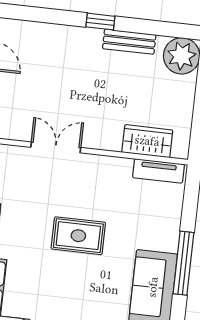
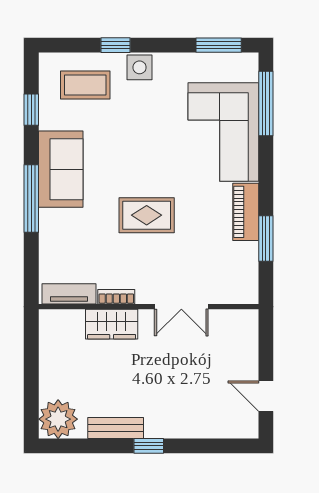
wardrobe: (147, 141) -> (112, 324), moved
bookcase: (115, 163) -> (116, 297), added

